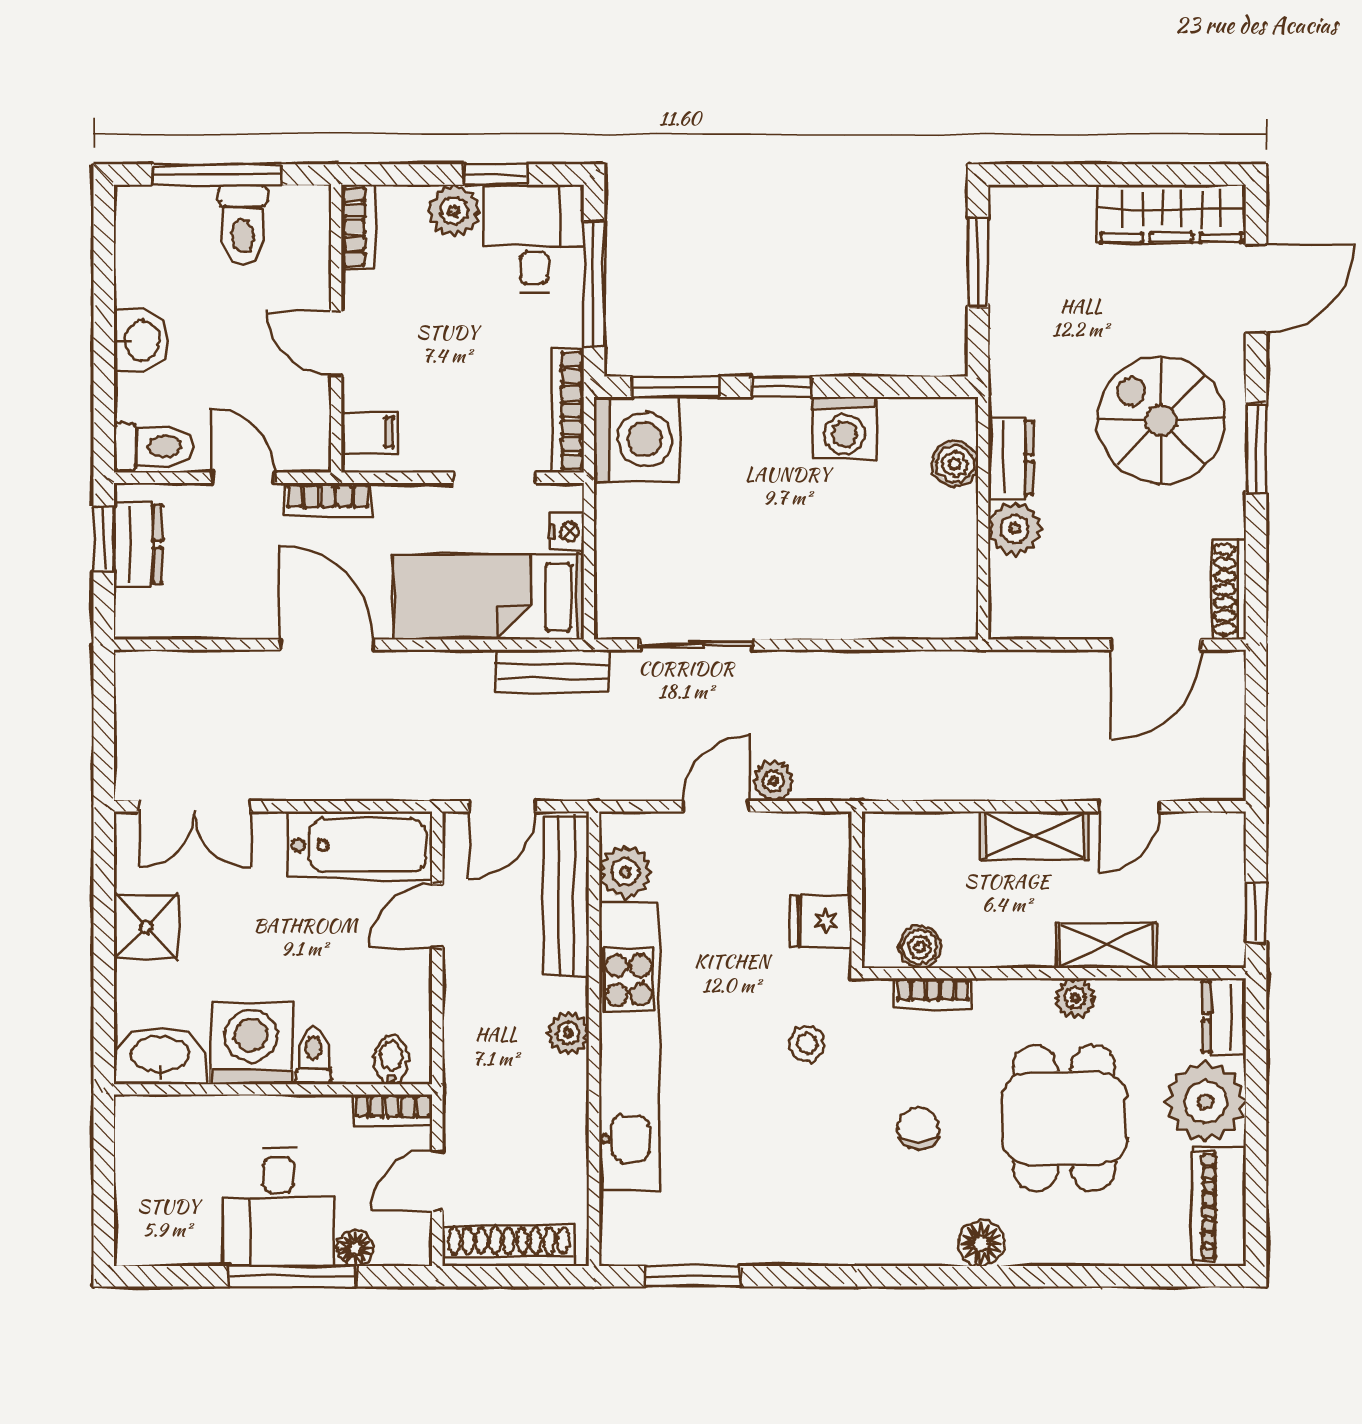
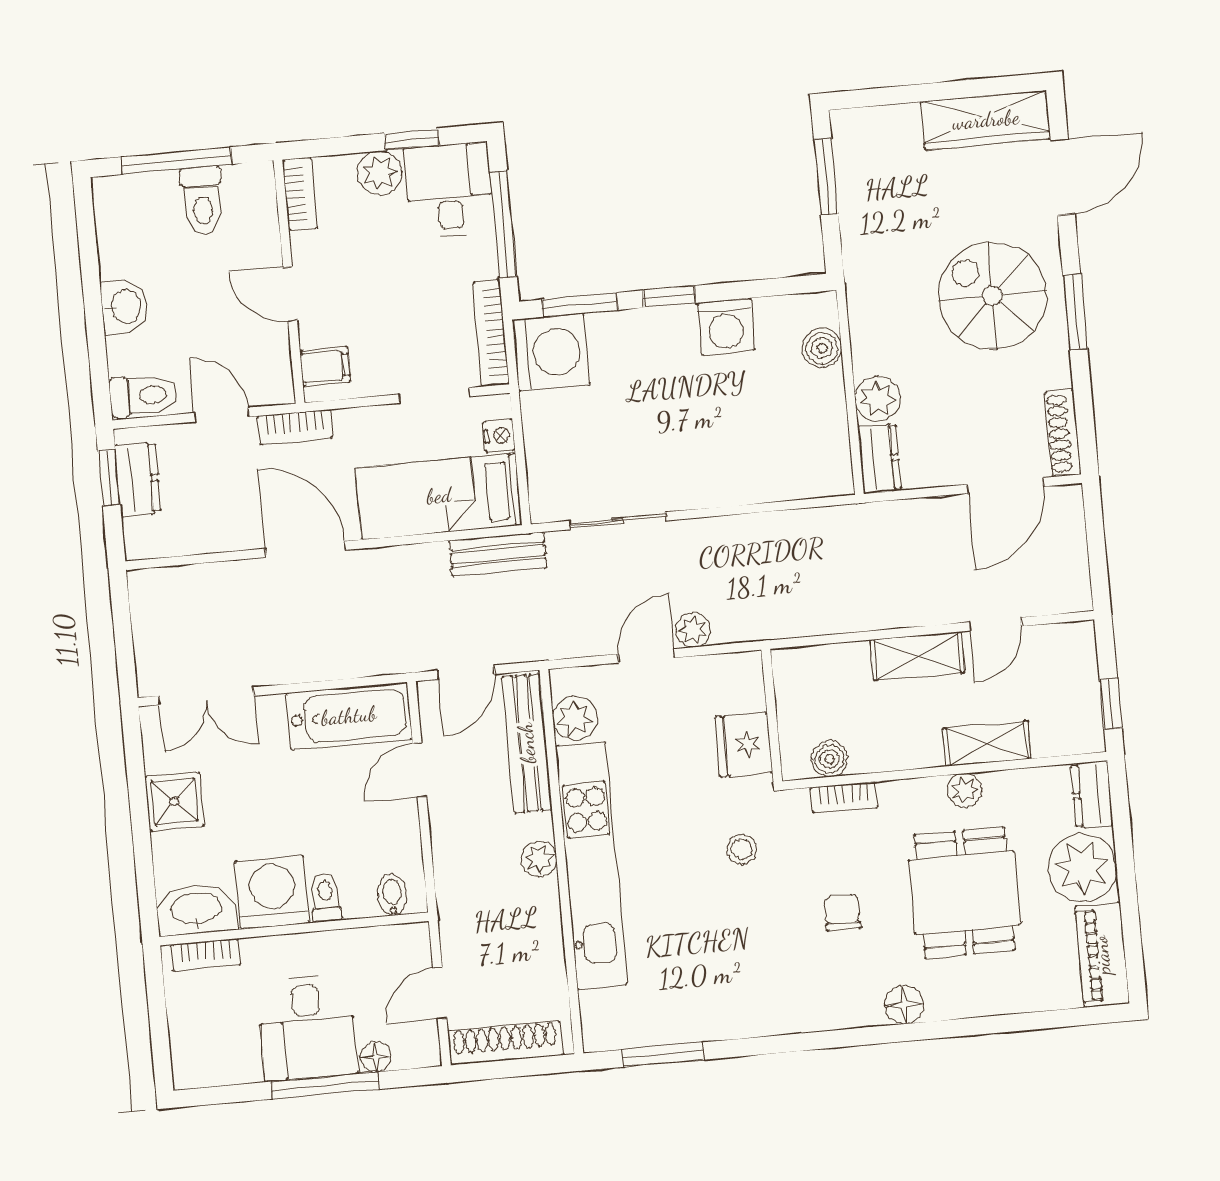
dresser: (1011, 458) -> (880, 459), moved
fridge: (821, 921) -> (744, 745), width x1.38
bookcase: (393, 1110) -> (206, 955), moved

